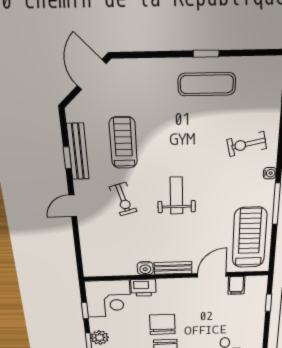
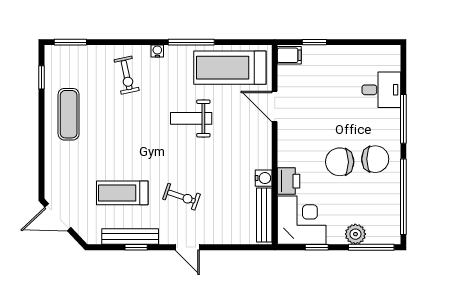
window: (206, 54) -> (42, 77), moved
weight bench: (176, 196) -> (191, 118), moved
exercise bike: (123, 199) -> (181, 197), turned 35
bench: (173, 268) -> (264, 215), moved, width x1.36
filing cabinet: (236, 285) -> (289, 55), moved

